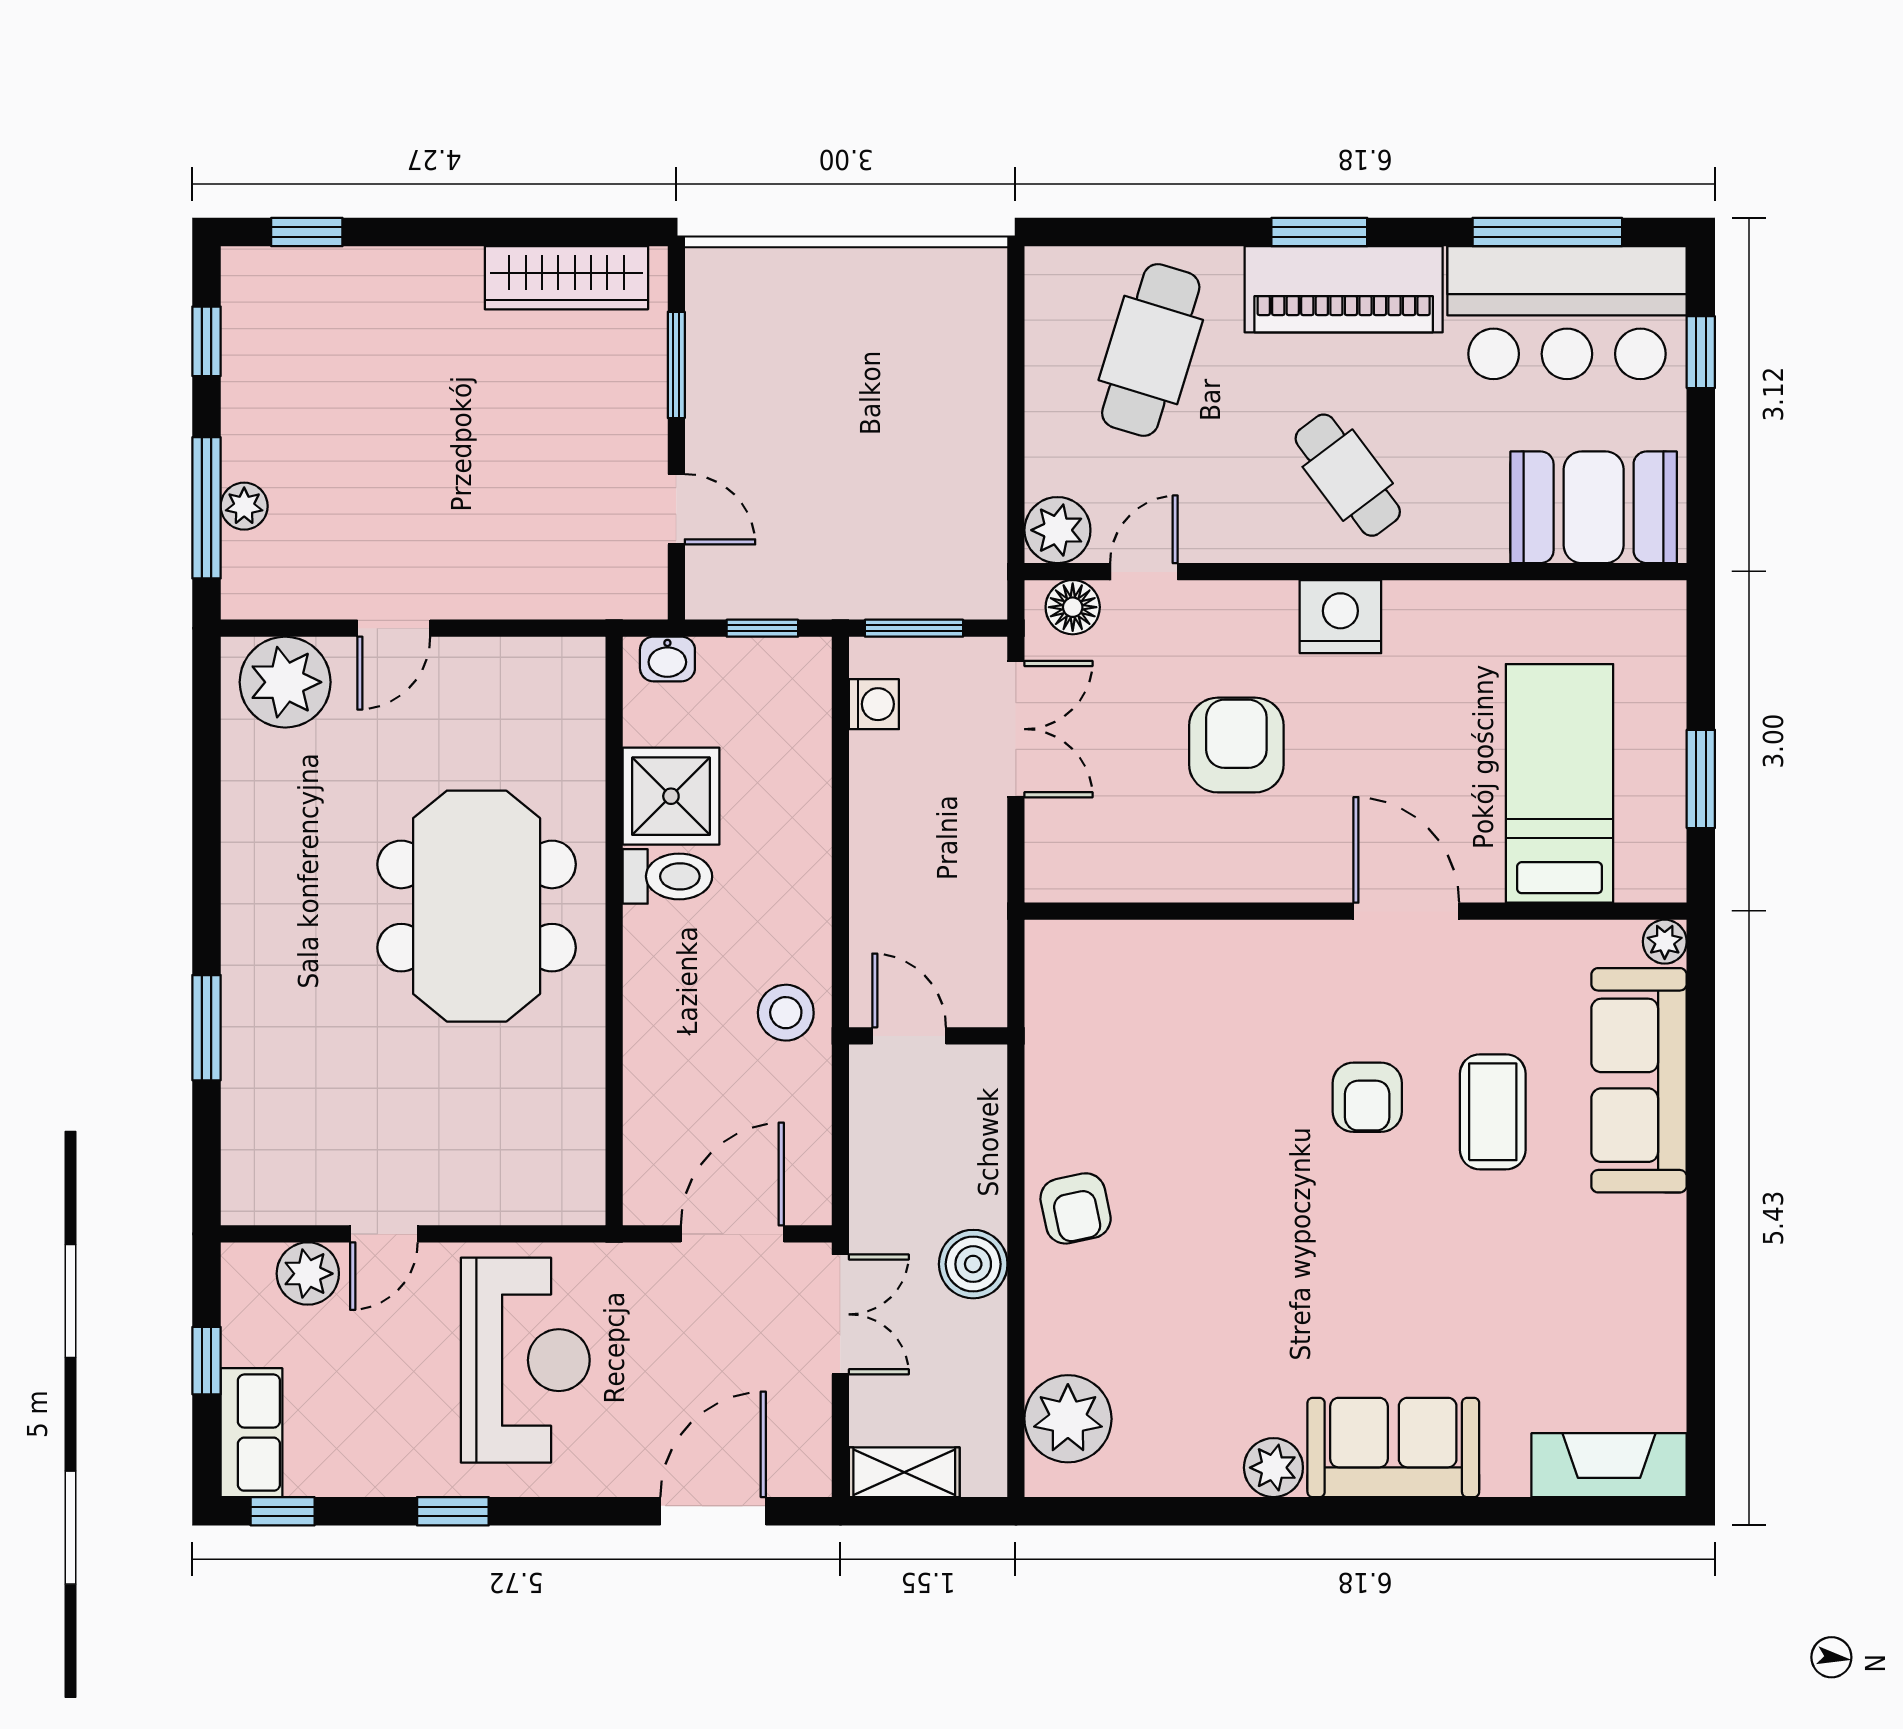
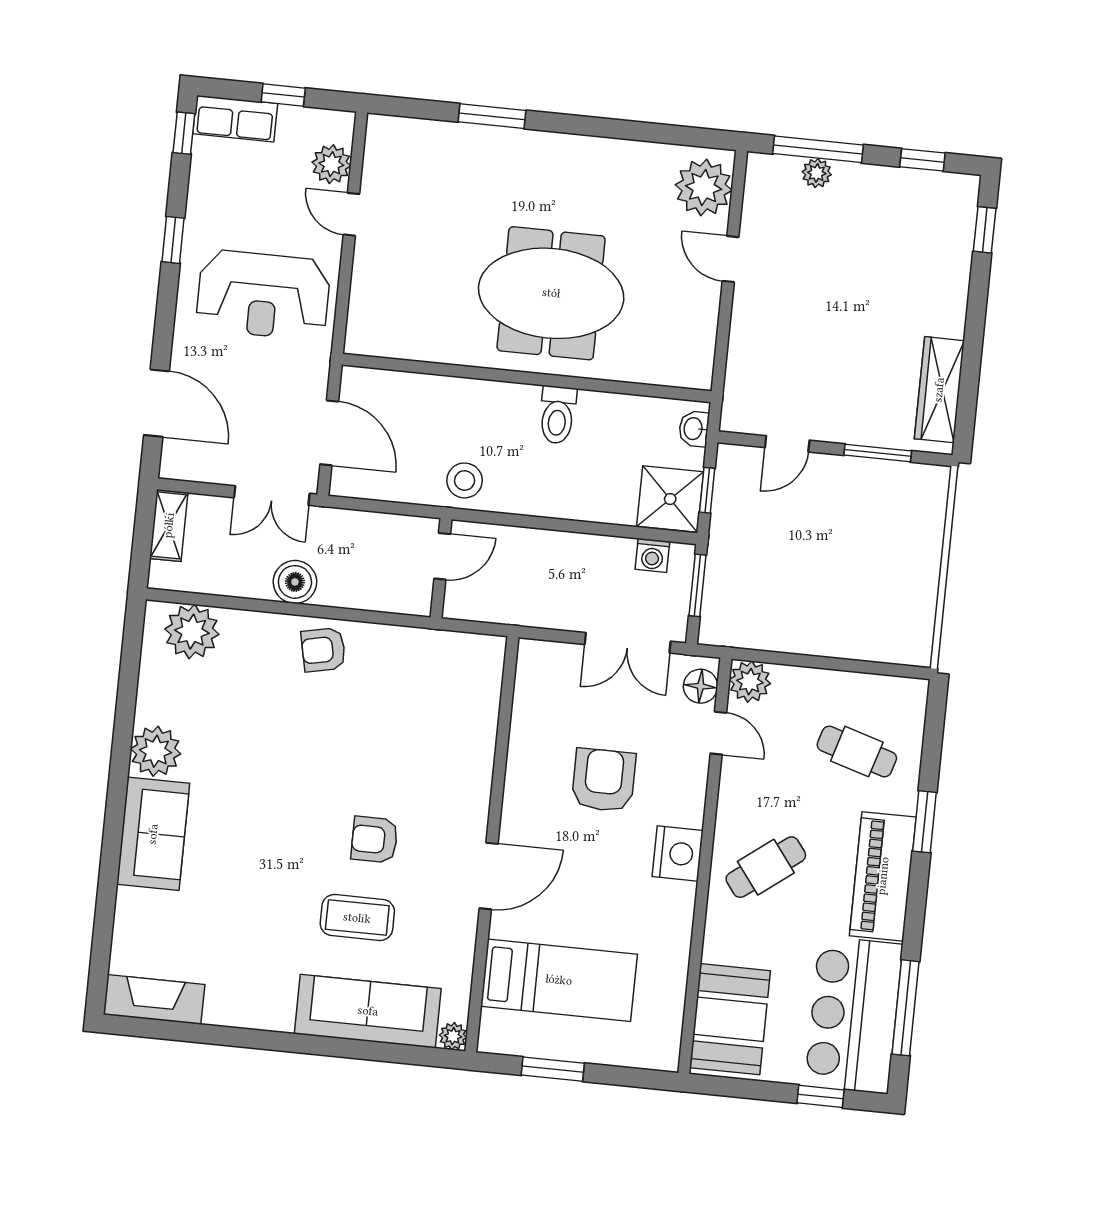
window: (1319, 232) -> (924, 822), moved
cafe table: (1151, 350) -> (857, 752), width x0.73, depth x0.74
armchair: (1236, 745) -> (604, 780), turned -90
shower: (671, 796) -> (670, 499), moved
fireplace: (1609, 1465) -> (154, 999), moved, turned -90
plant: (1273, 1468) -> (156, 751), width x1.36, depth x1.36

